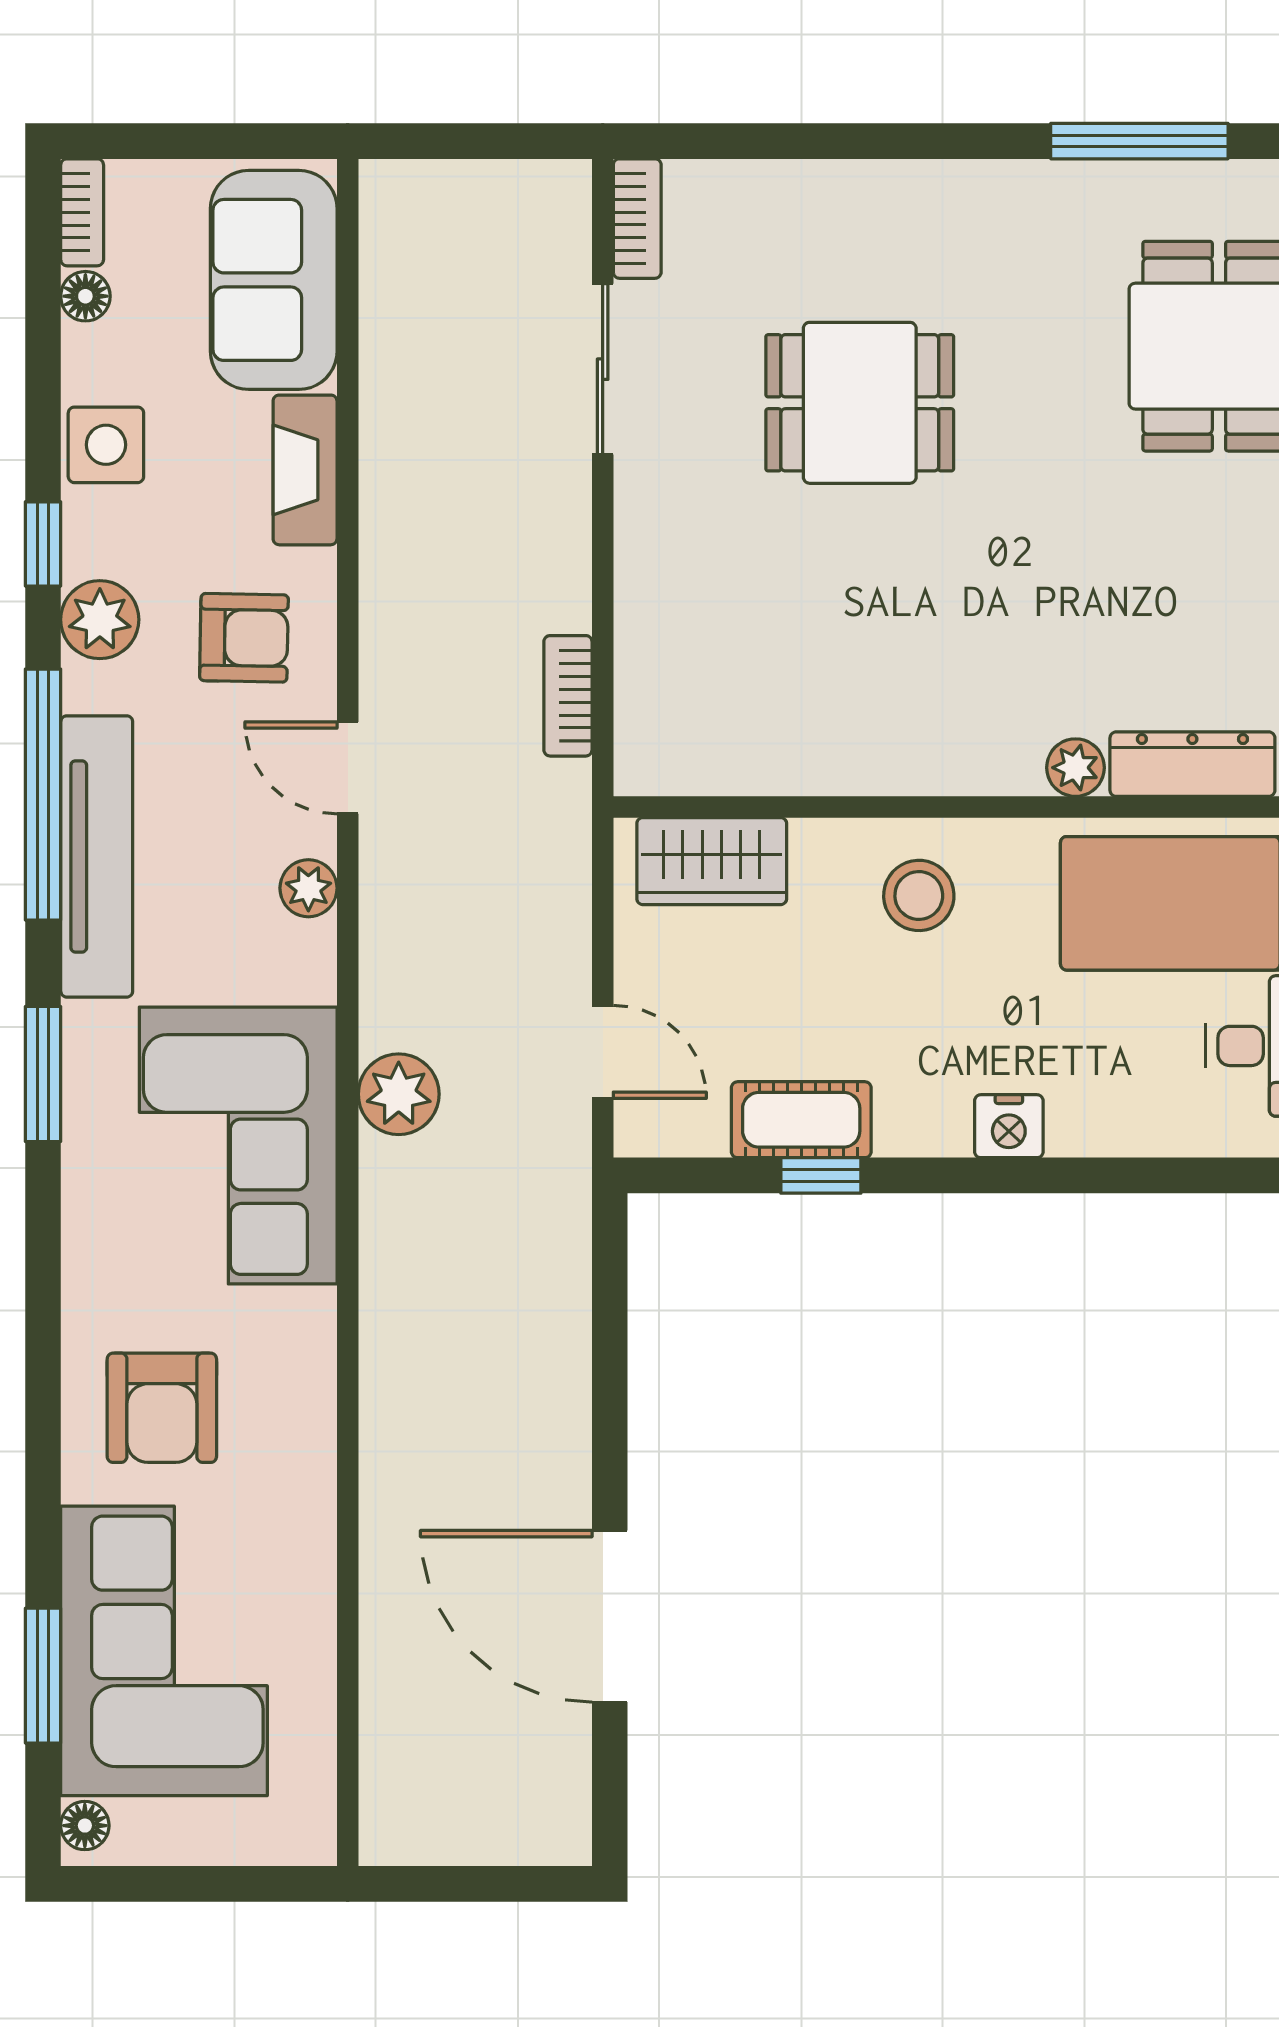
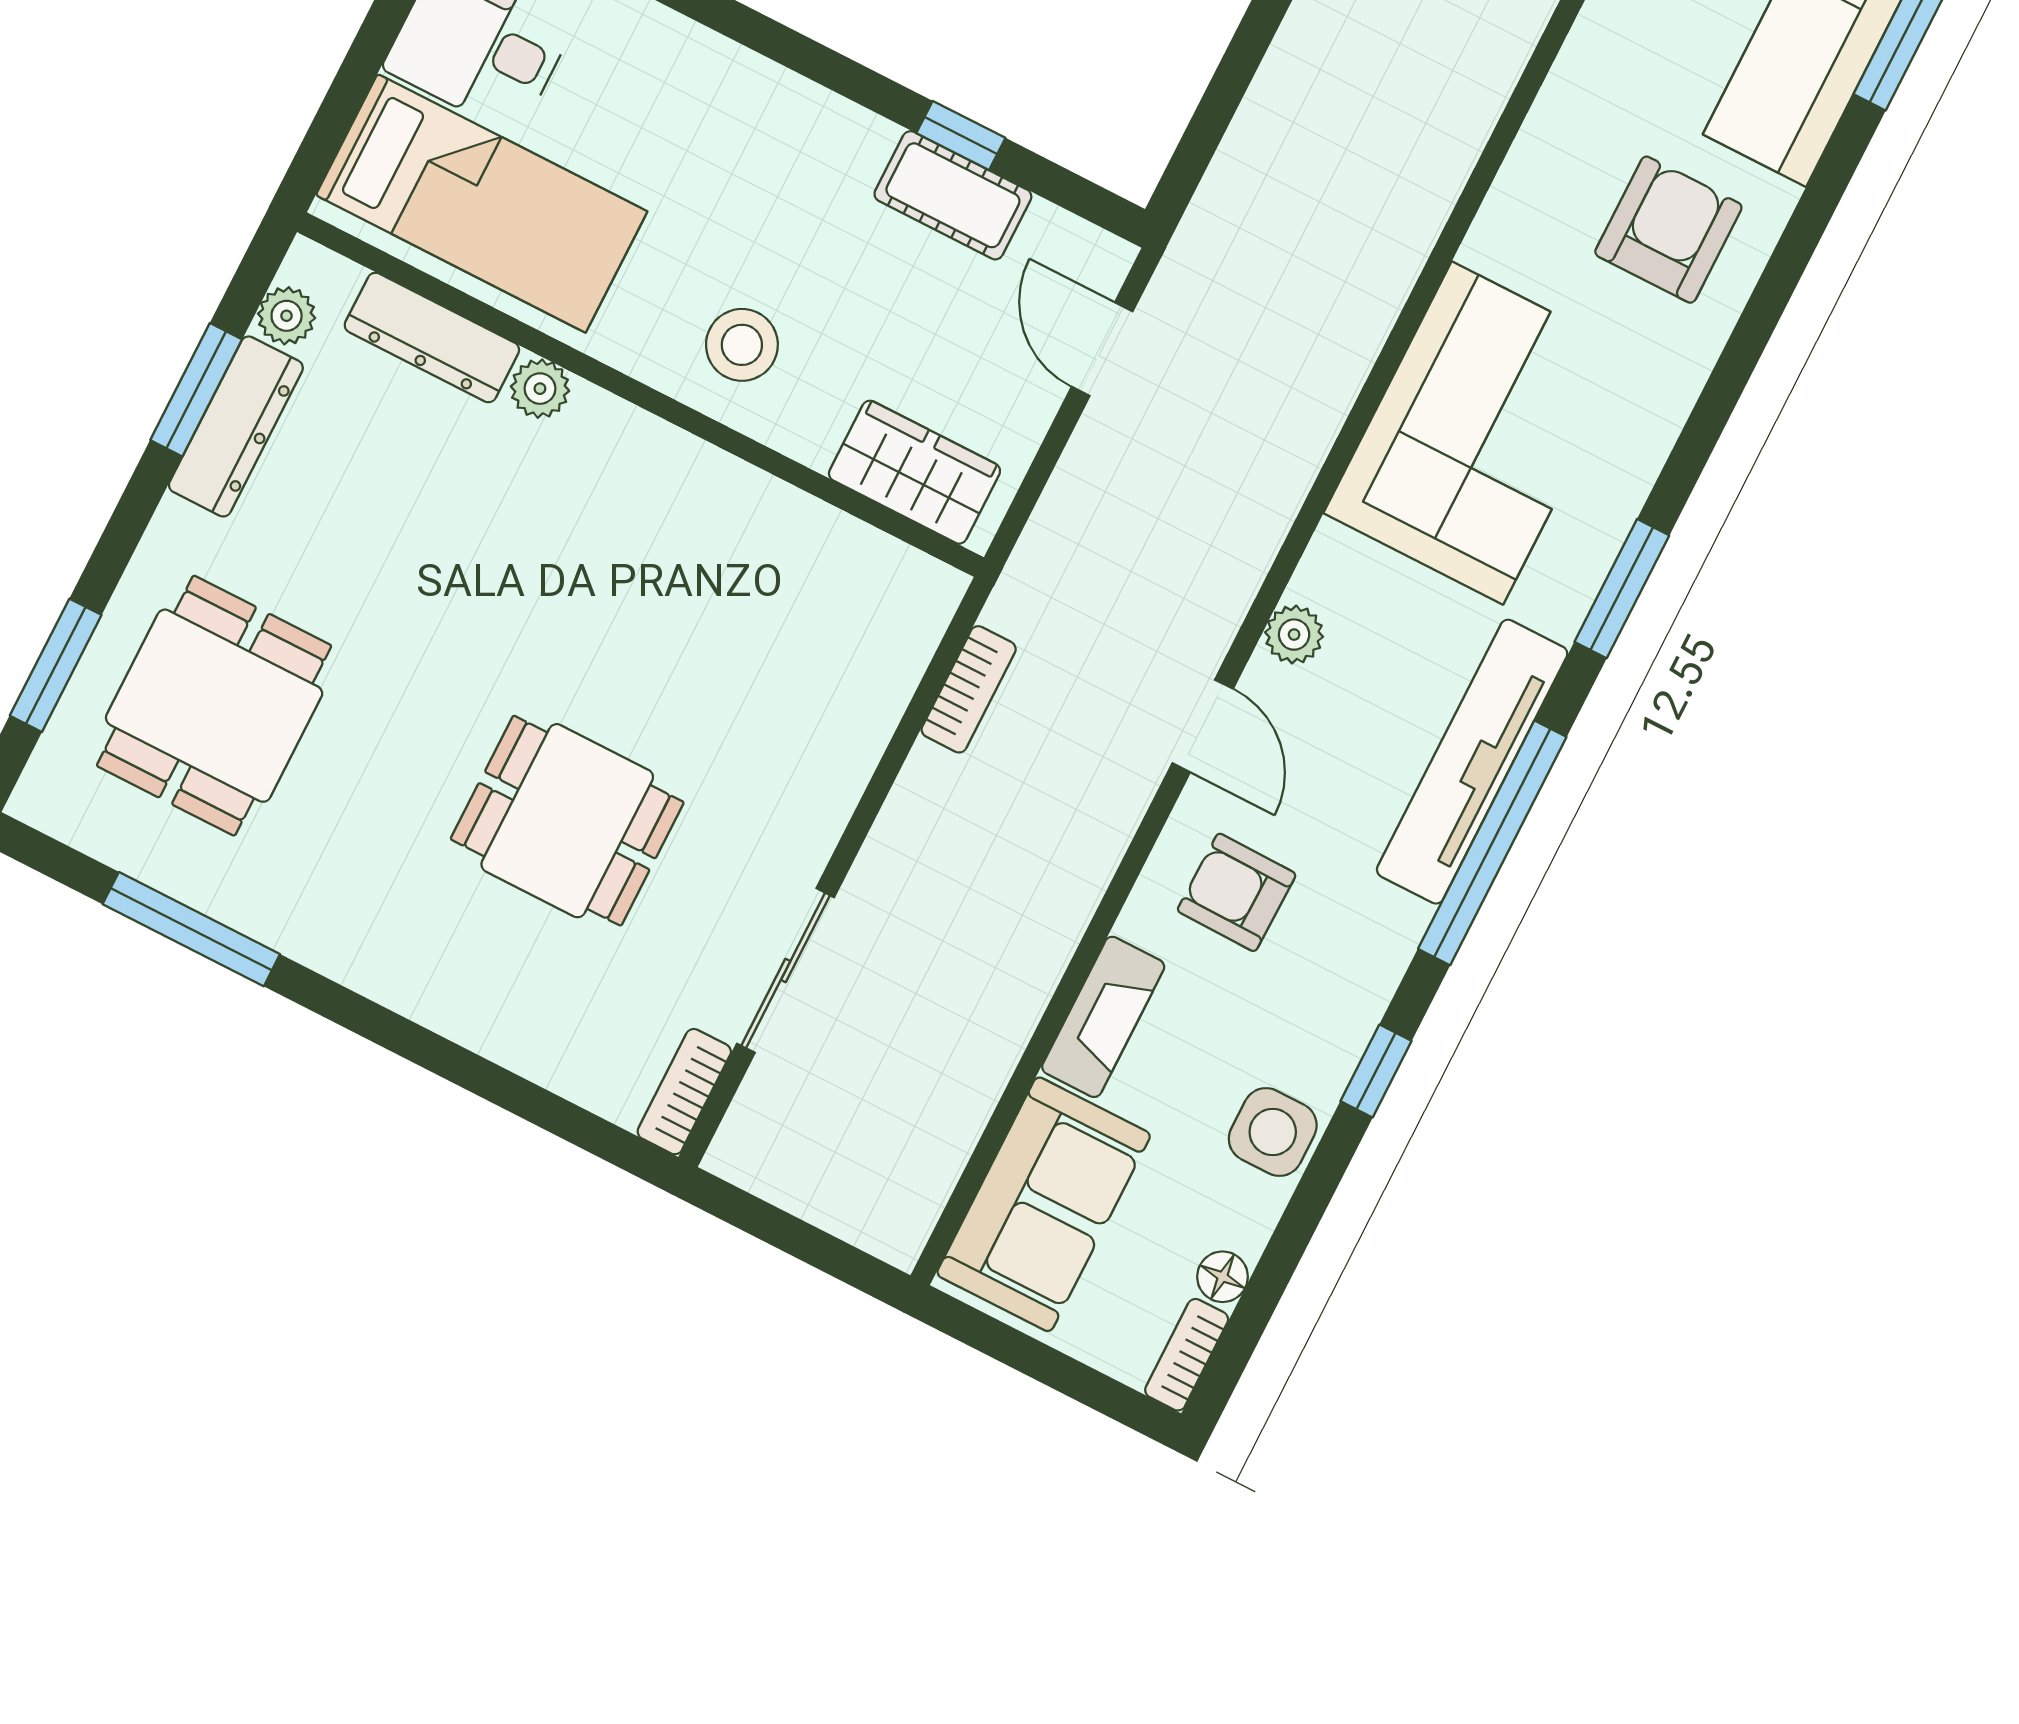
plant: (100, 620) -> (1359, 976), removed
plant: (399, 1094) -> (1308, 405), removed
nightstand: (1009, 1126) -> (767, 93), removed

